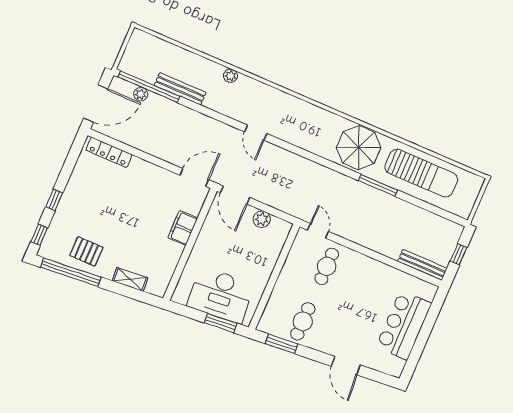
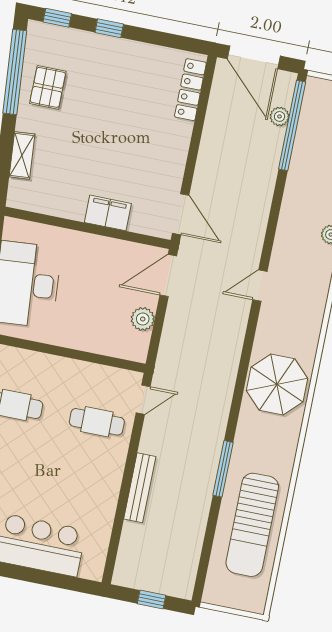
bench: (180, 89) -> (298, 169), removed
parasol: (359, 148) -> (277, 385), moved
bench: (422, 265) -> (140, 488), moved

